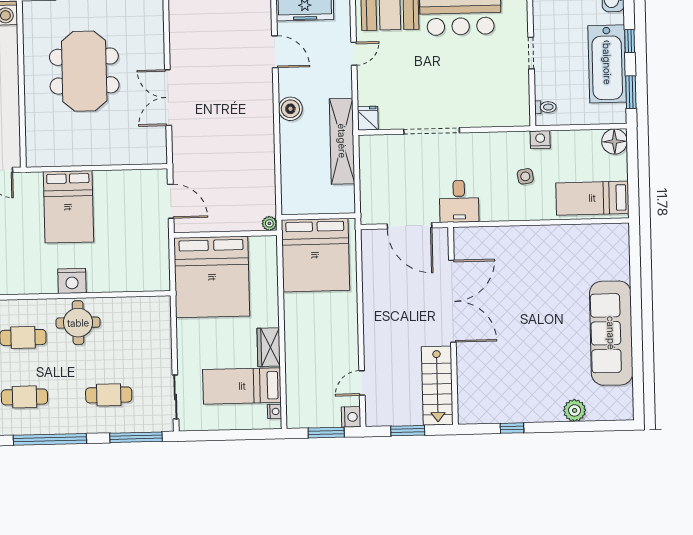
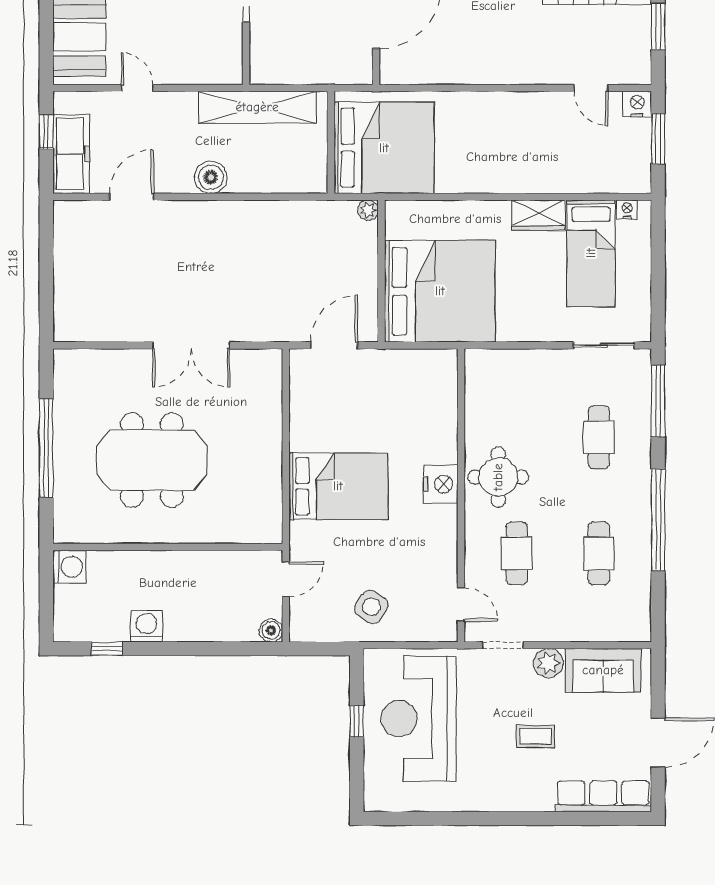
fridge: (368, 118) -> (226, 71), removed
wall: (318, 216) -> (331, 142), moved
bed: (315, 255) -> (384, 148), moved

